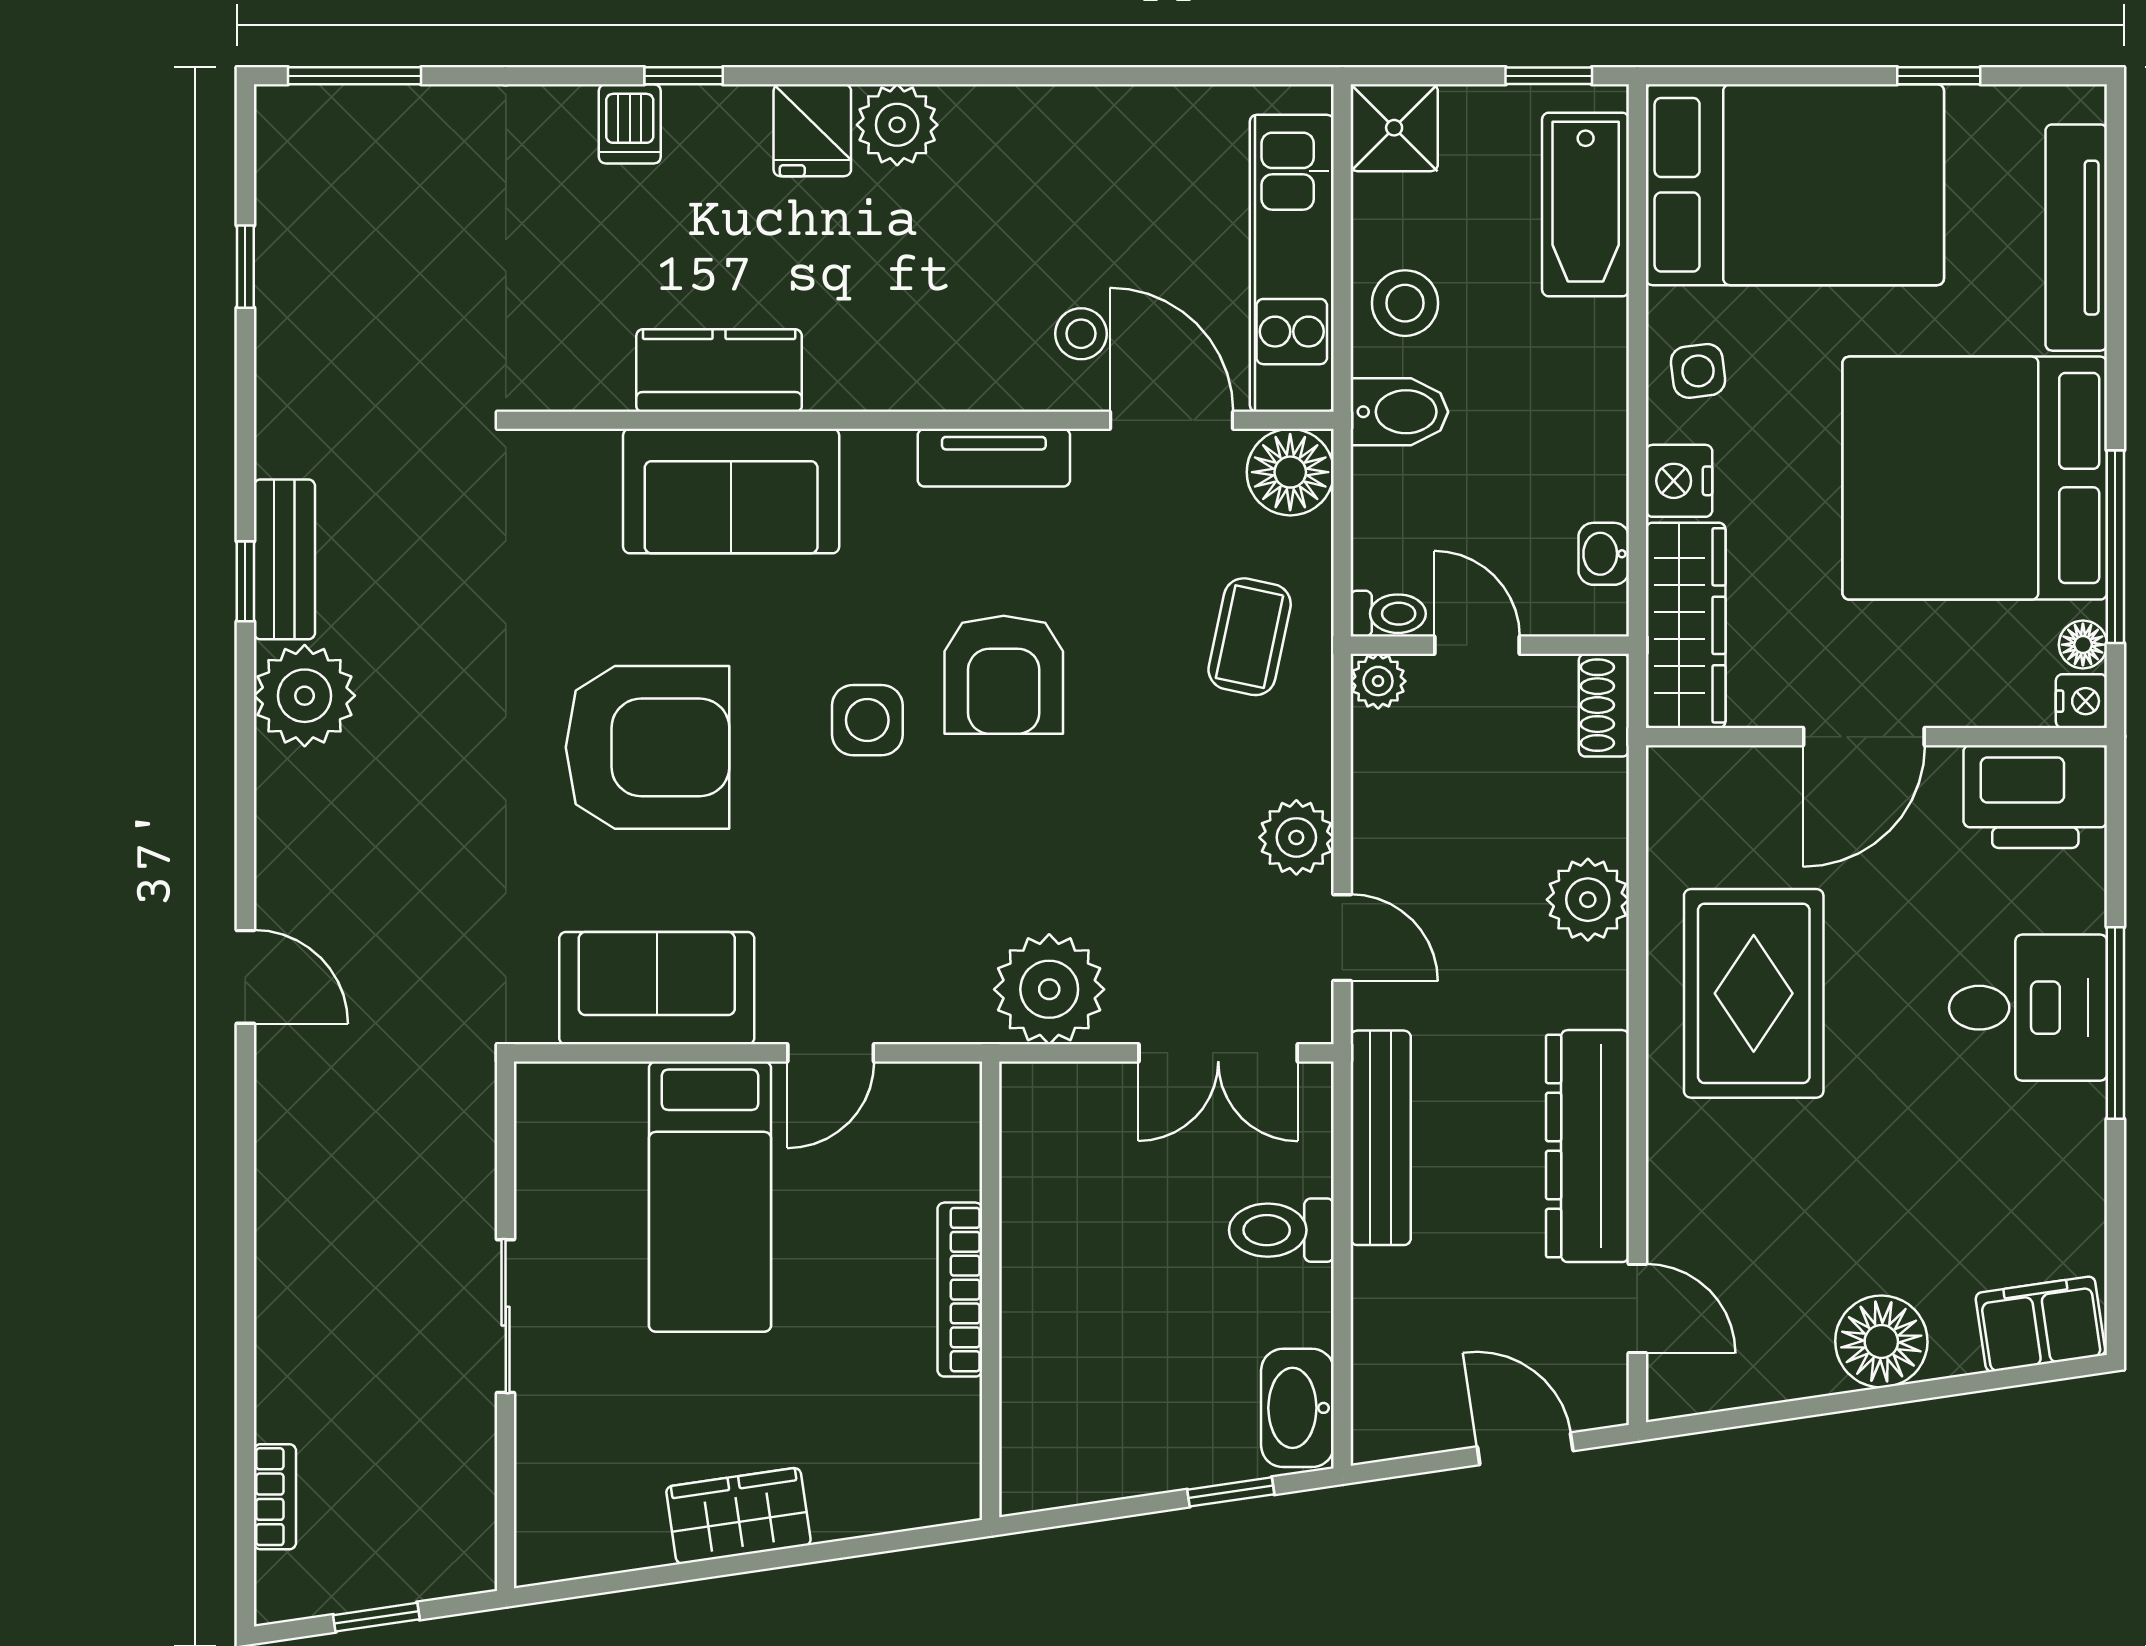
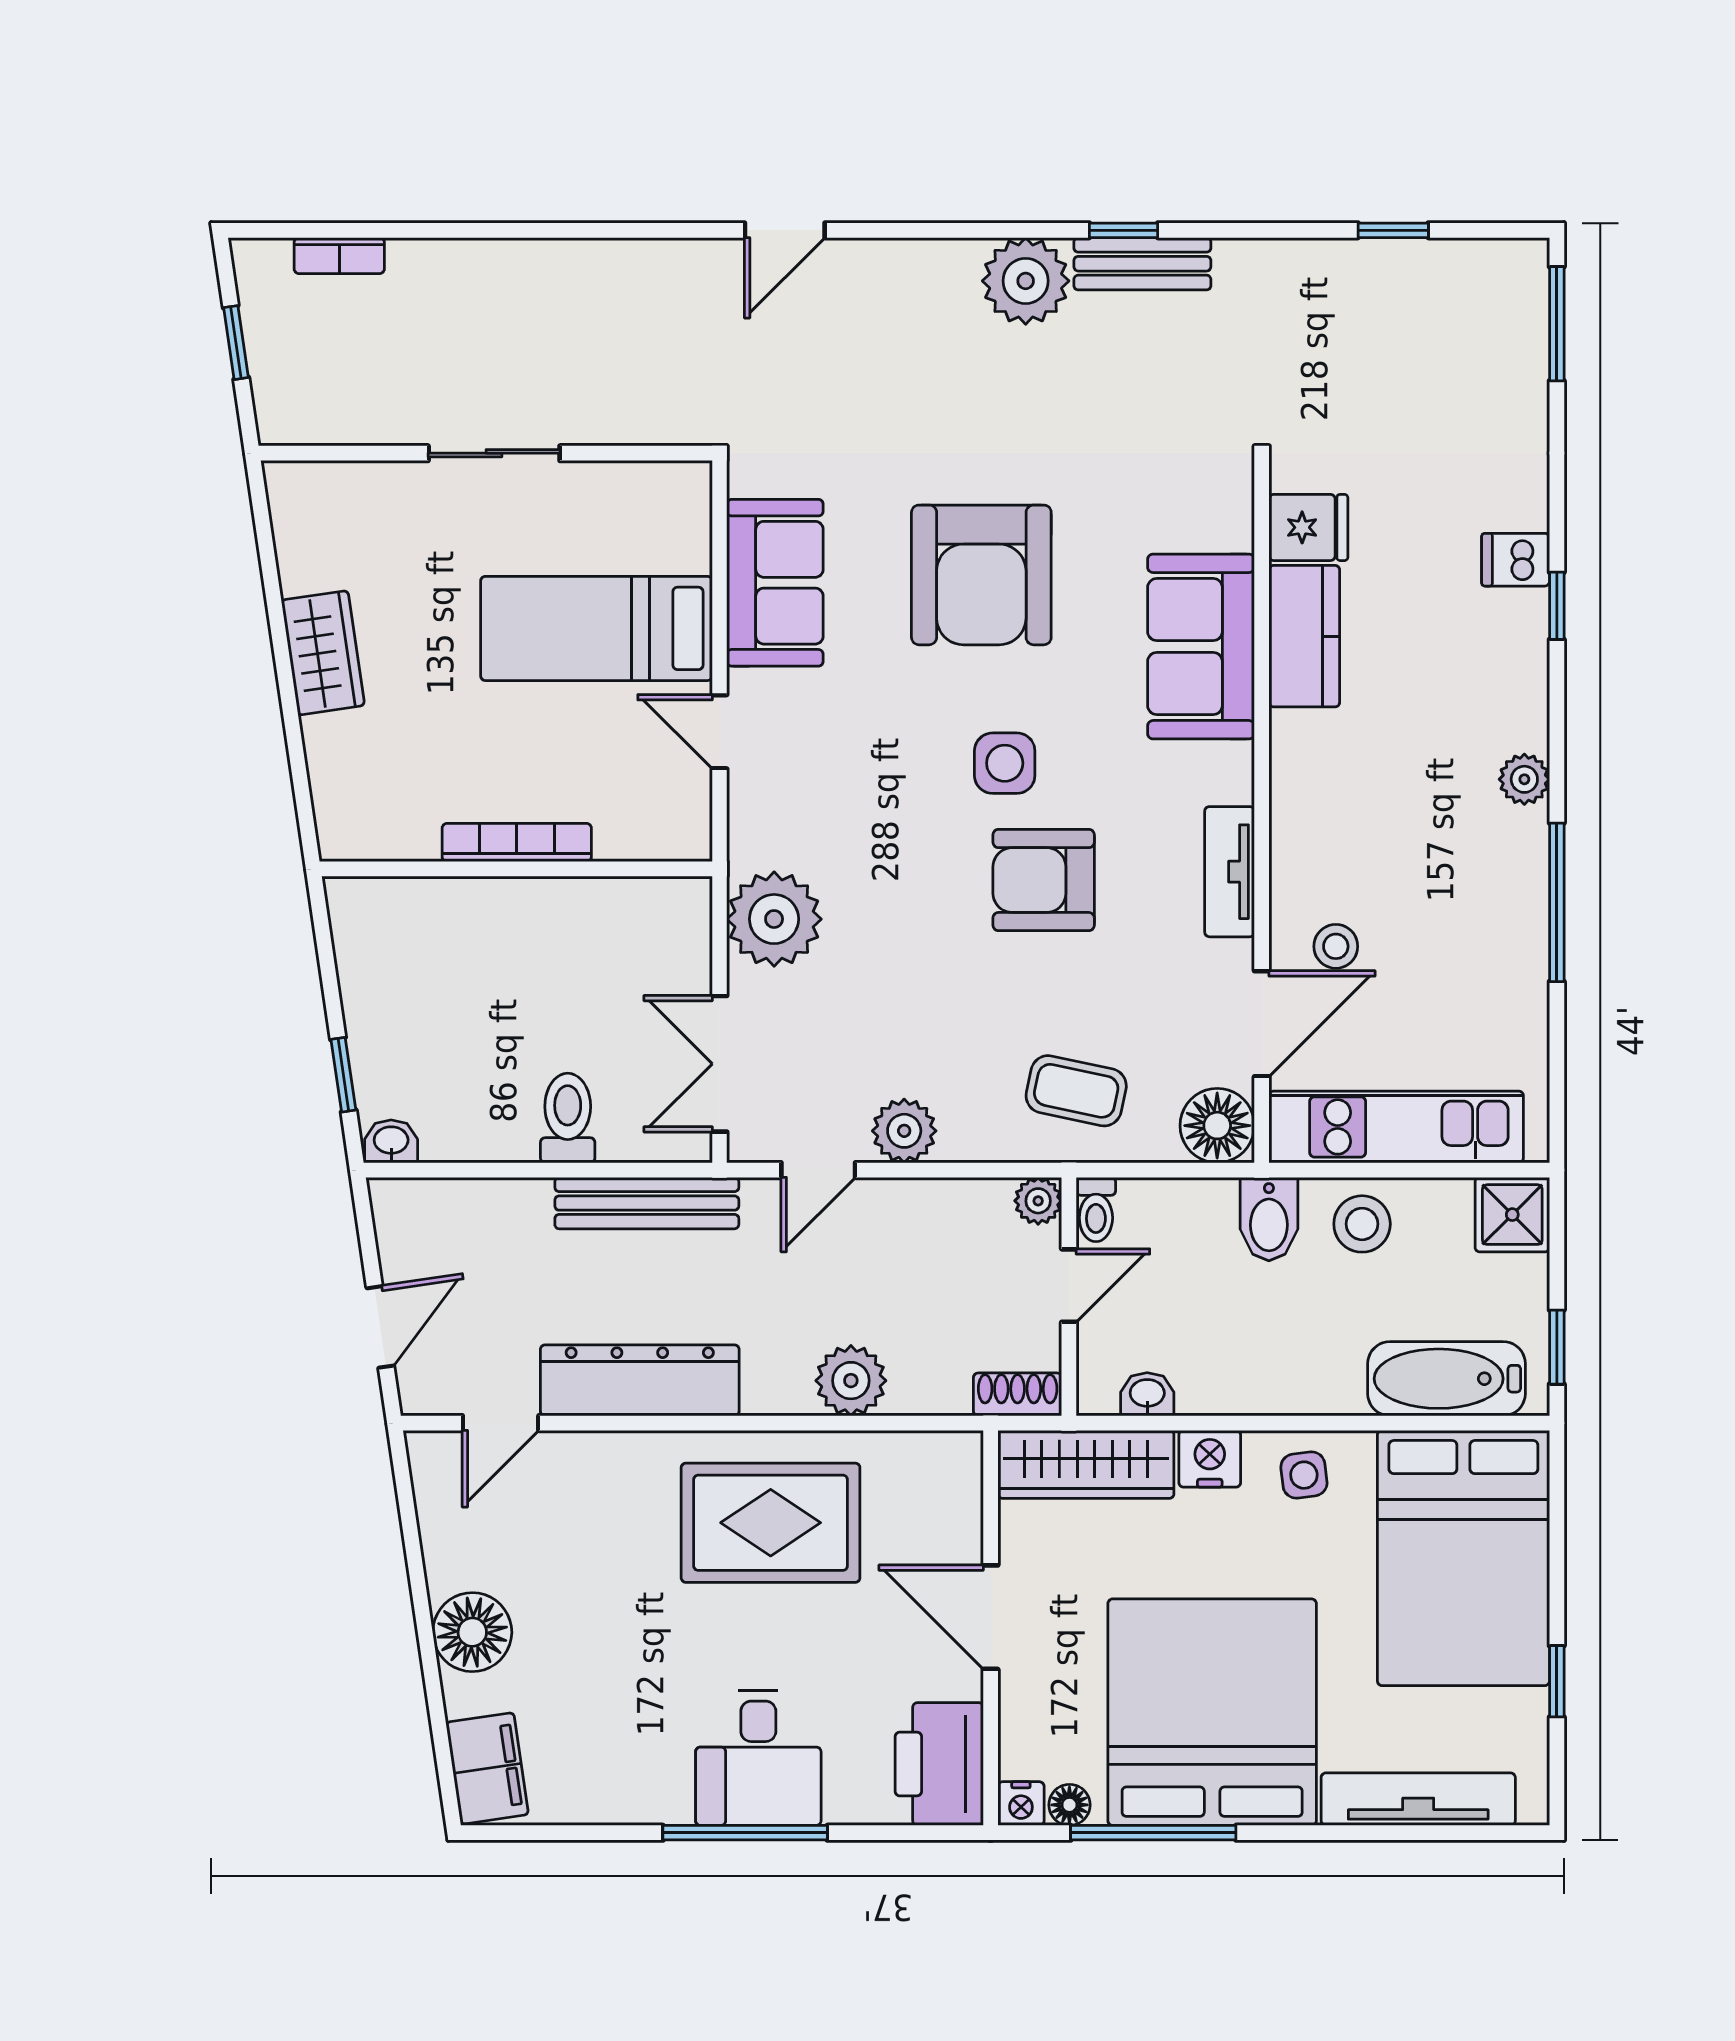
window: (1030, 76) -> (1557, 902), added
plant: (897, 125) -> (1524, 779), width x0.73, depth x0.73
fridge: (812, 130) -> (1308, 527), moved, turned 180
washbasin: (1297, 1408) -> (391, 1141), width x0.52, depth x0.69

